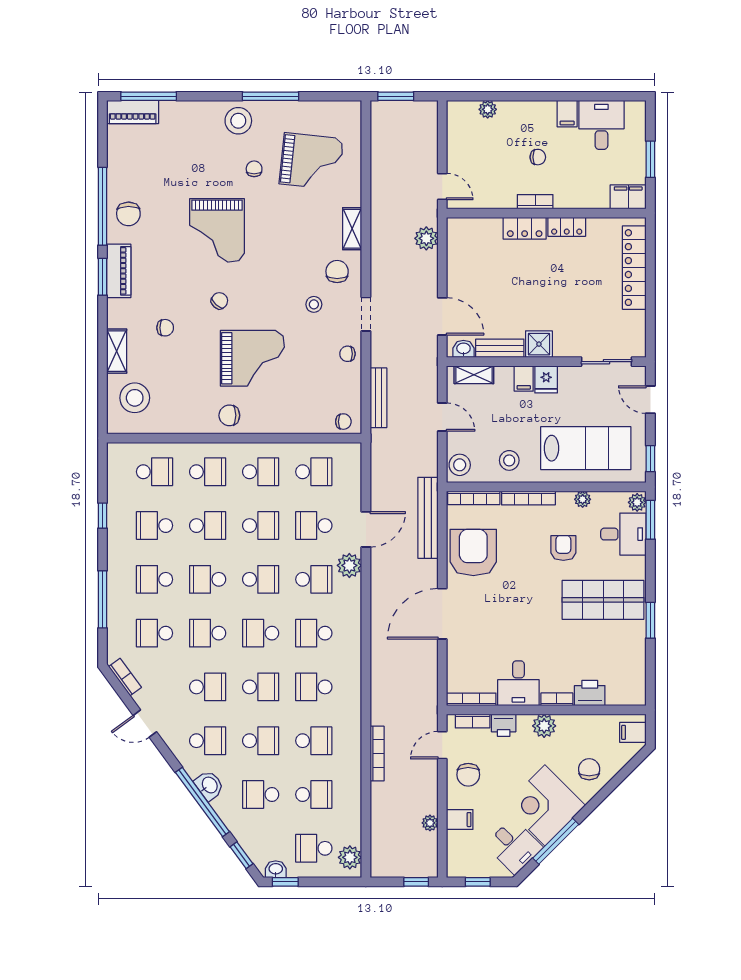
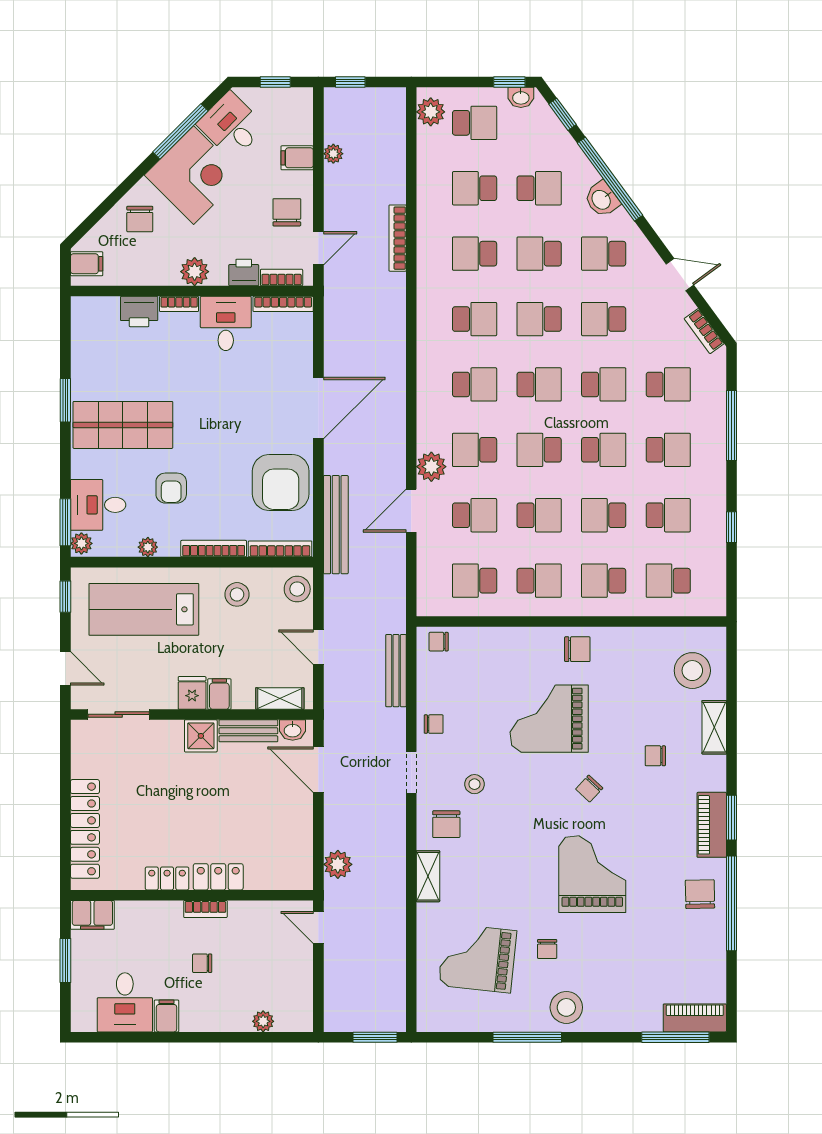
school desk: (261, 472) -> (539, 581), turned 180
school desk: (261, 526) -> (539, 515), turned 180

